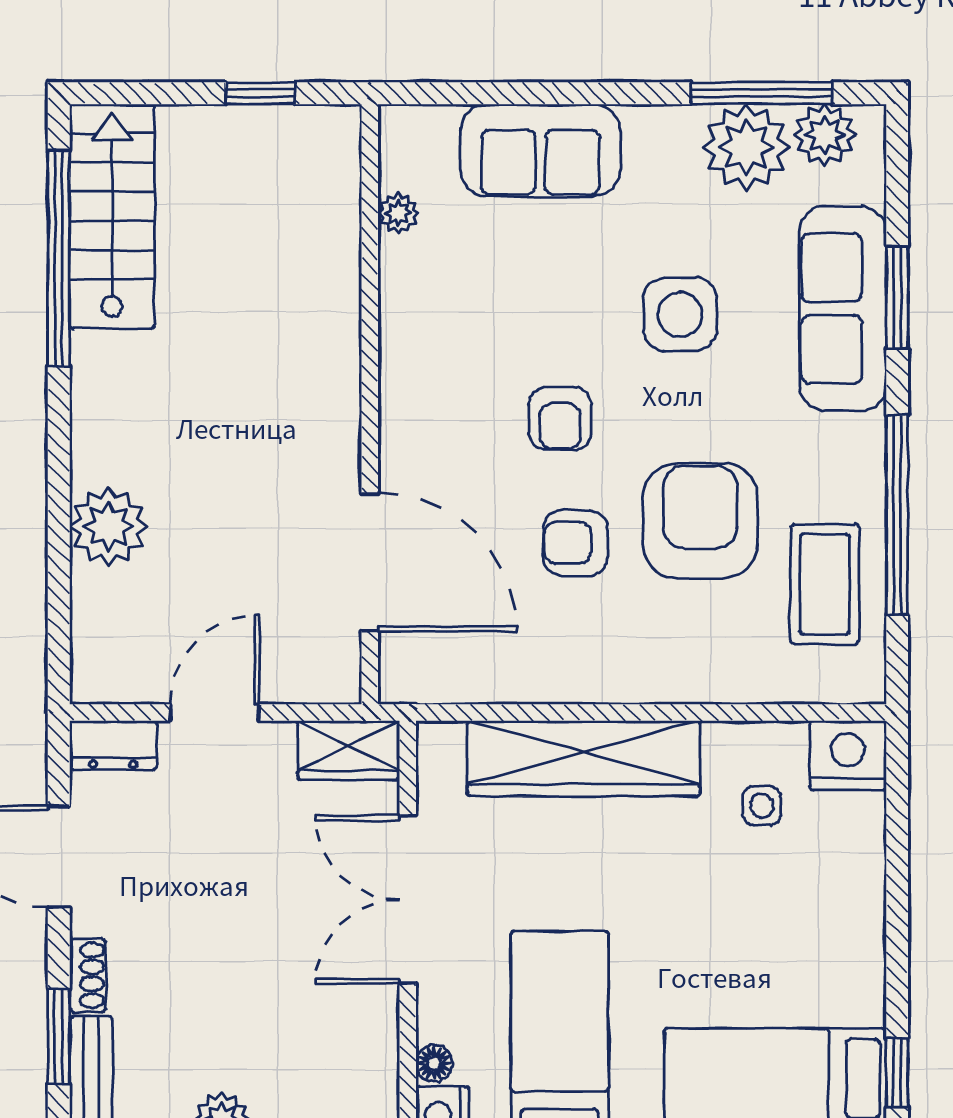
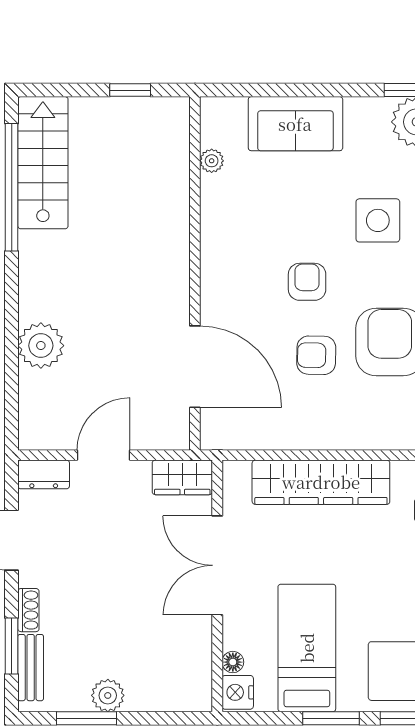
armchair: (560, 418) -> (307, 282), turned 180

